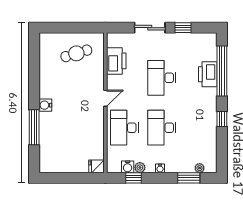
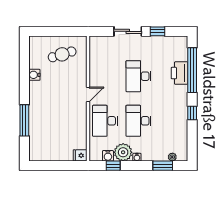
printer: (116, 61) -> (98, 61), removed
water cooler: (45, 105) -> (34, 75), moved
plant: (140, 167) -> (123, 152), width x1.87, depth x1.87

